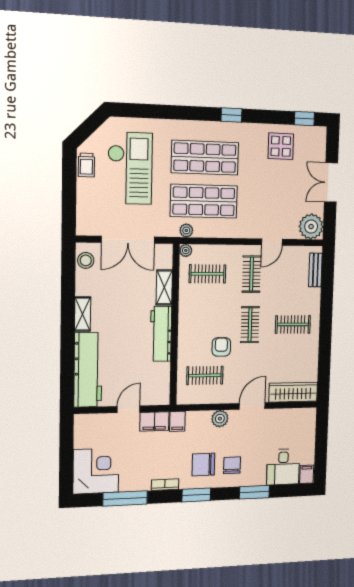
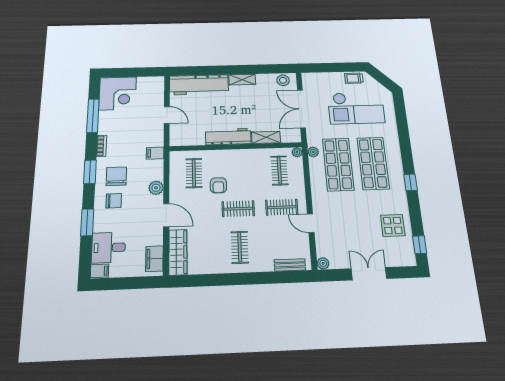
plant: (311, 227) -> (323, 263), width x0.53, depth x0.53
armchair: (221, 347) -> (218, 185), turned 90
filing cabinet: (154, 421) -> (154, 259), moved

